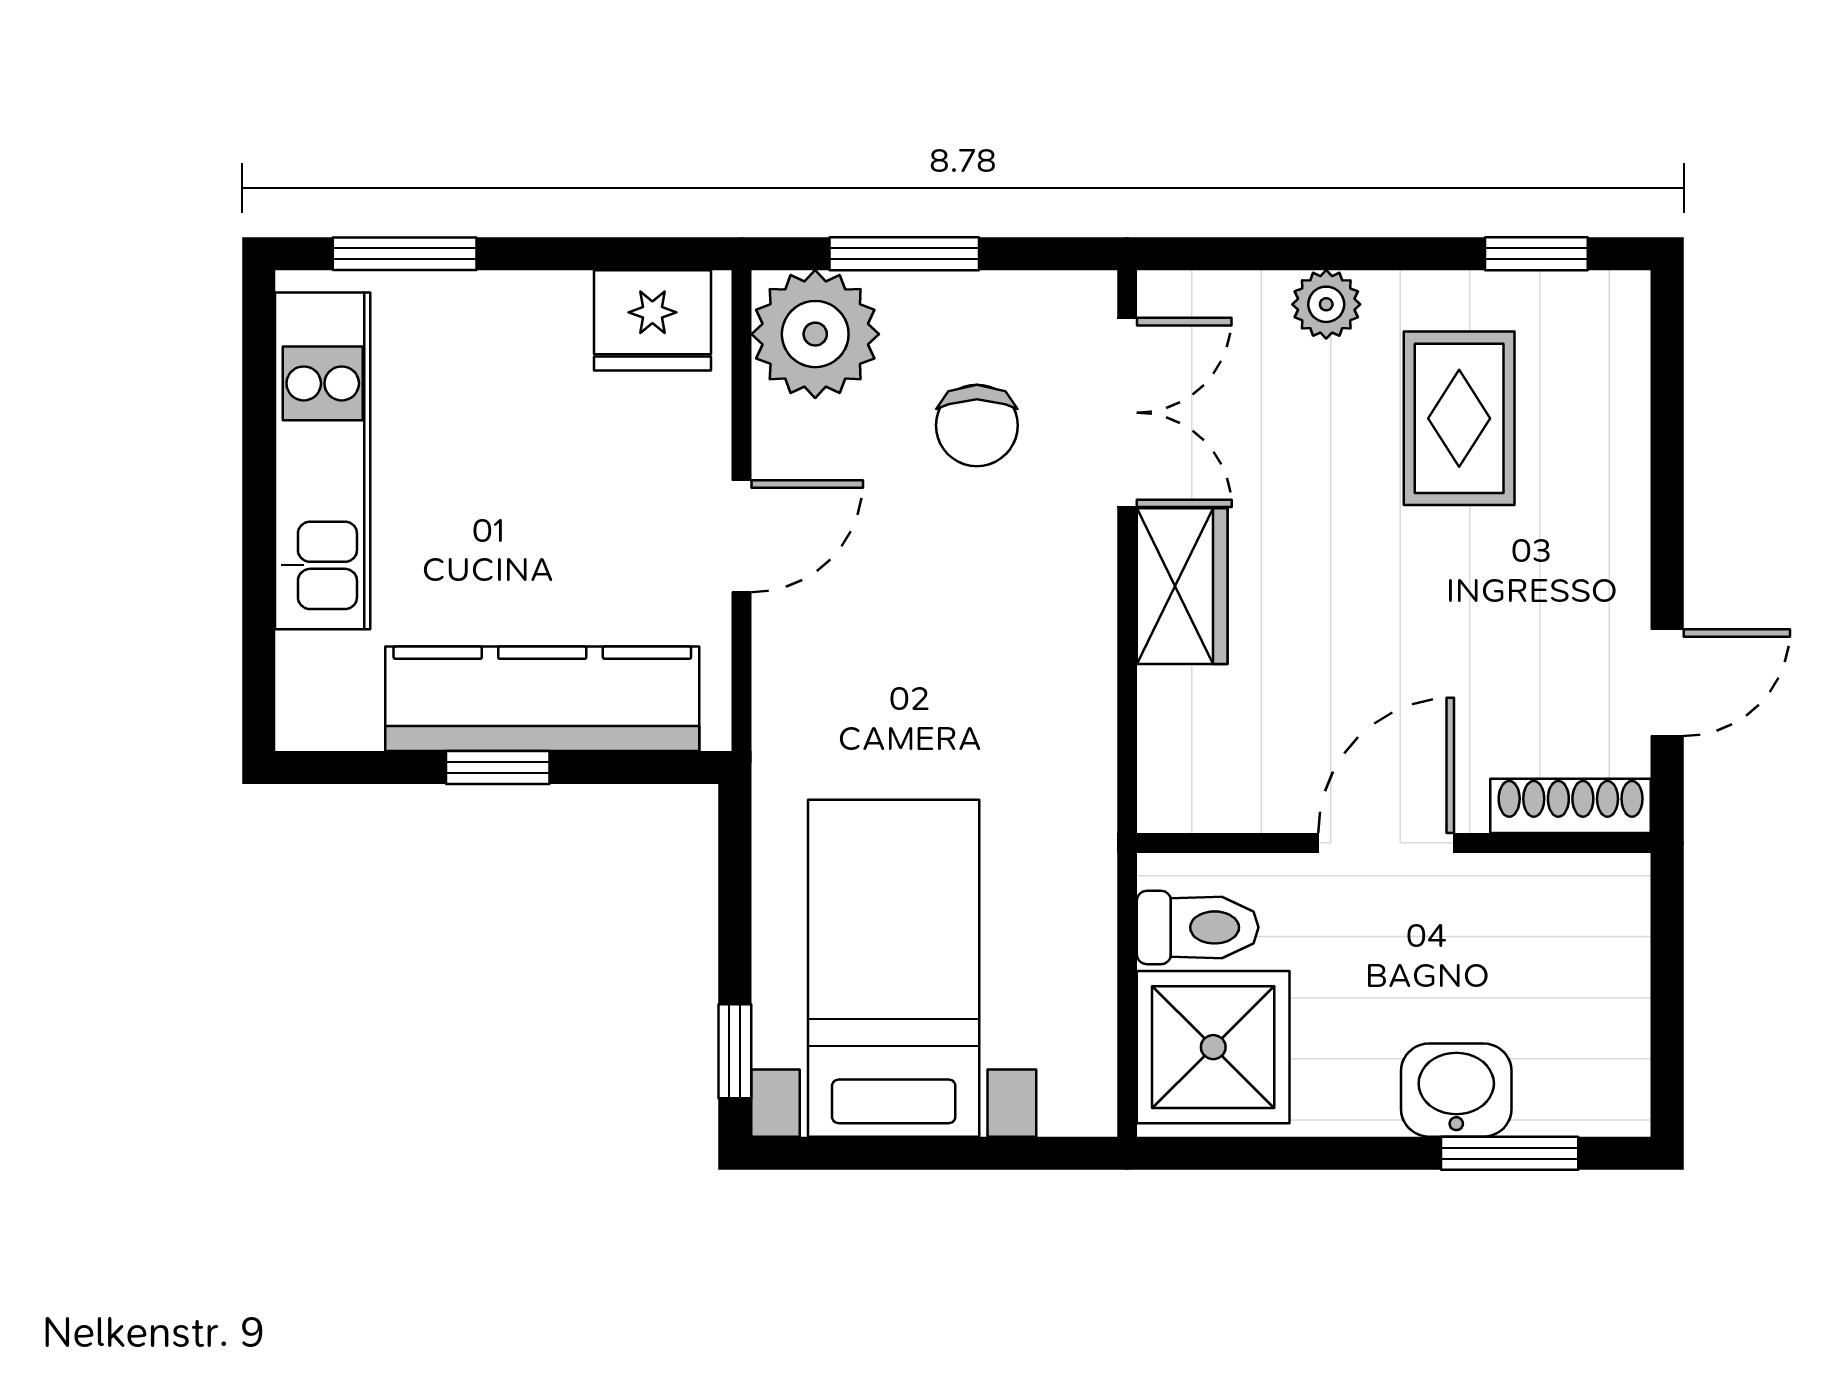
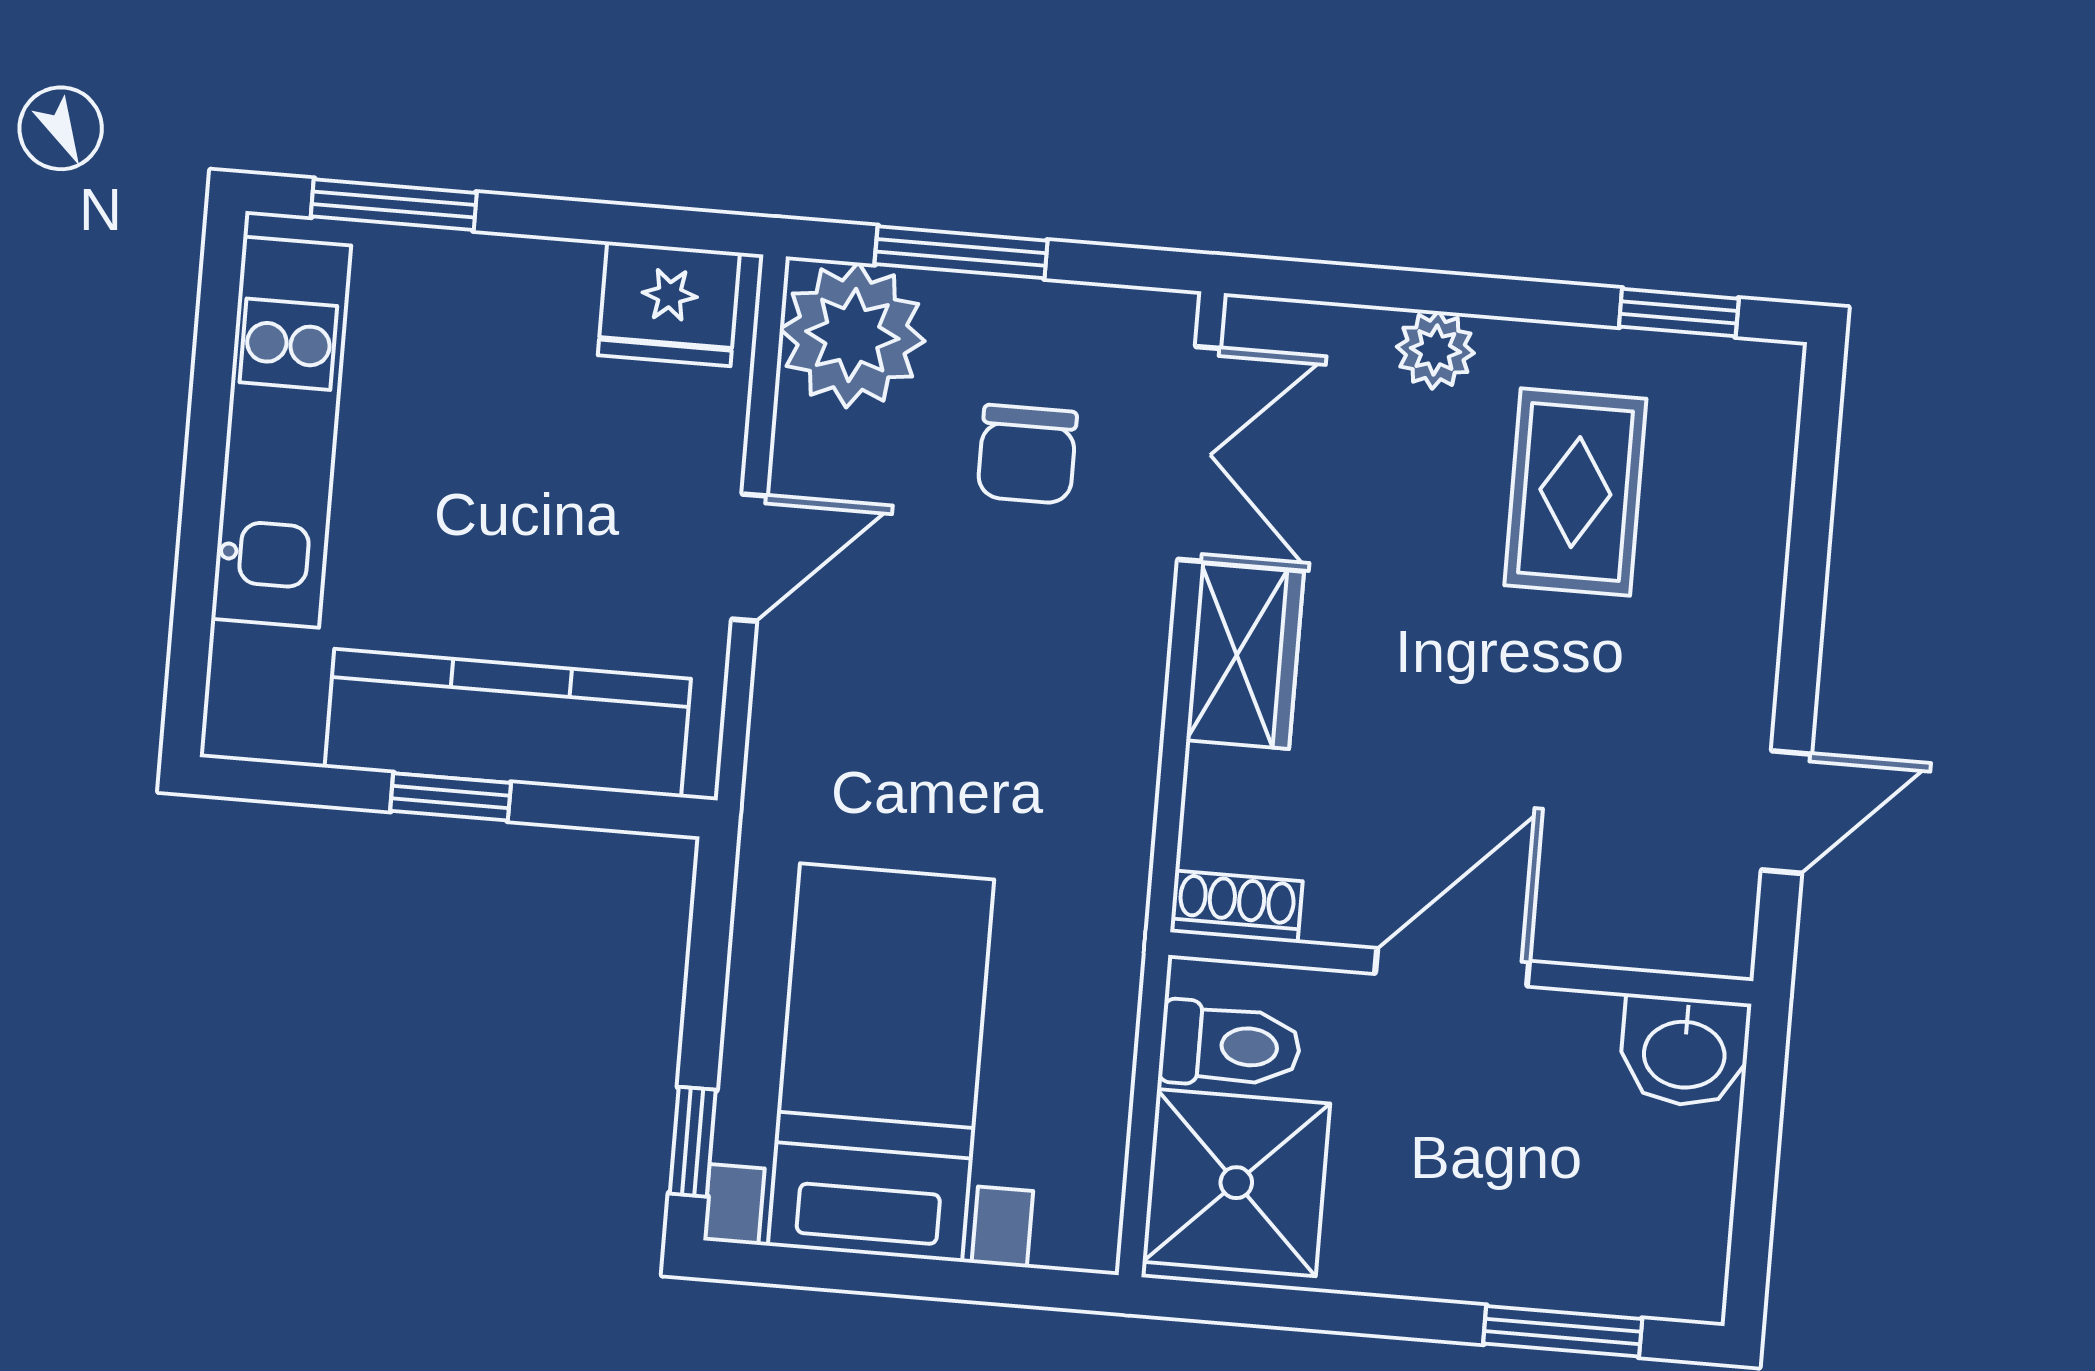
shoe rack: (1571, 806) -> (1236, 907), moved, width x0.70
washbasin: (1456, 1090) -> (1684, 1051), moved, turned 180

